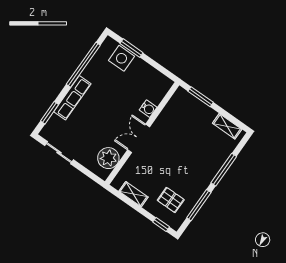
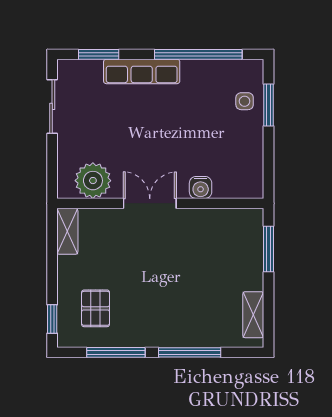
side table: (121, 58) -> (245, 101), width x0.54, depth x0.54
shelving: (133, 194) -> (67, 231), moved

